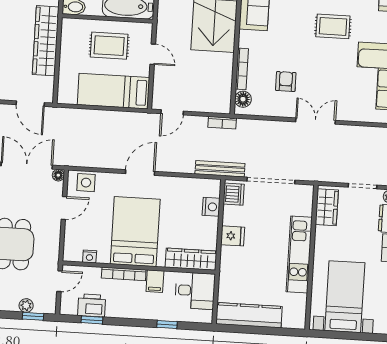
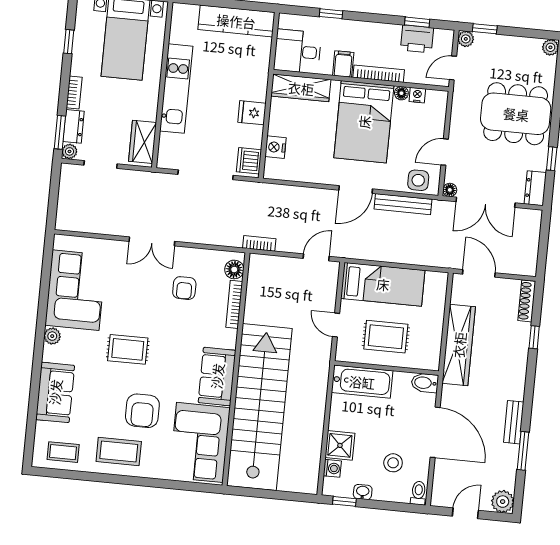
bench: (220, 169) -> (403, 204), moved
floor lamp: (103, 258) -> (401, 93), added
plant: (26, 305) -> (466, 39), moved

